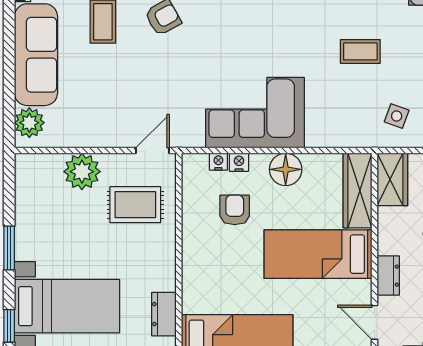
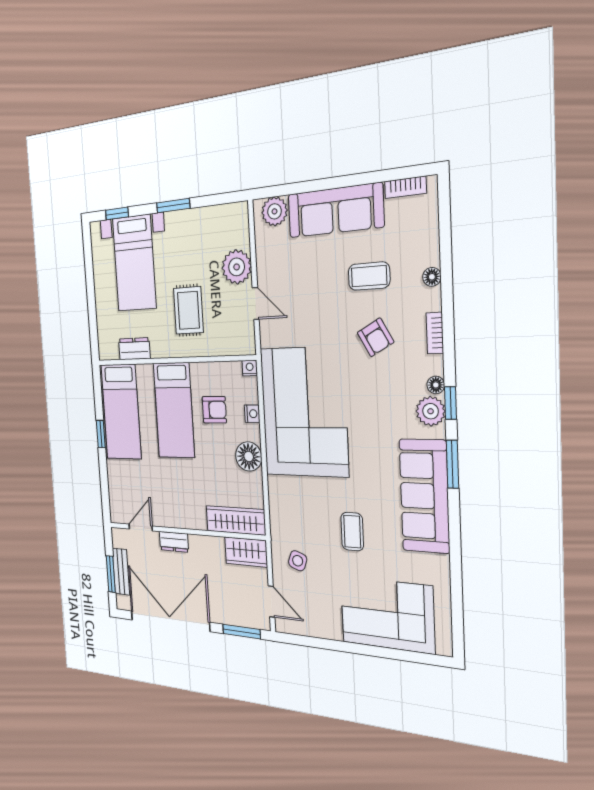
corner sofa: (255, 113) -> (304, 412), width x1.36, depth x1.36
door: (153, 151) -> (256, 303), moved
nightstand: (218, 162) -> (250, 368), moved, turned -90
rug: (135, 205) -> (188, 310), moved
bed: (318, 254) -> (174, 410), moved, turned 180

